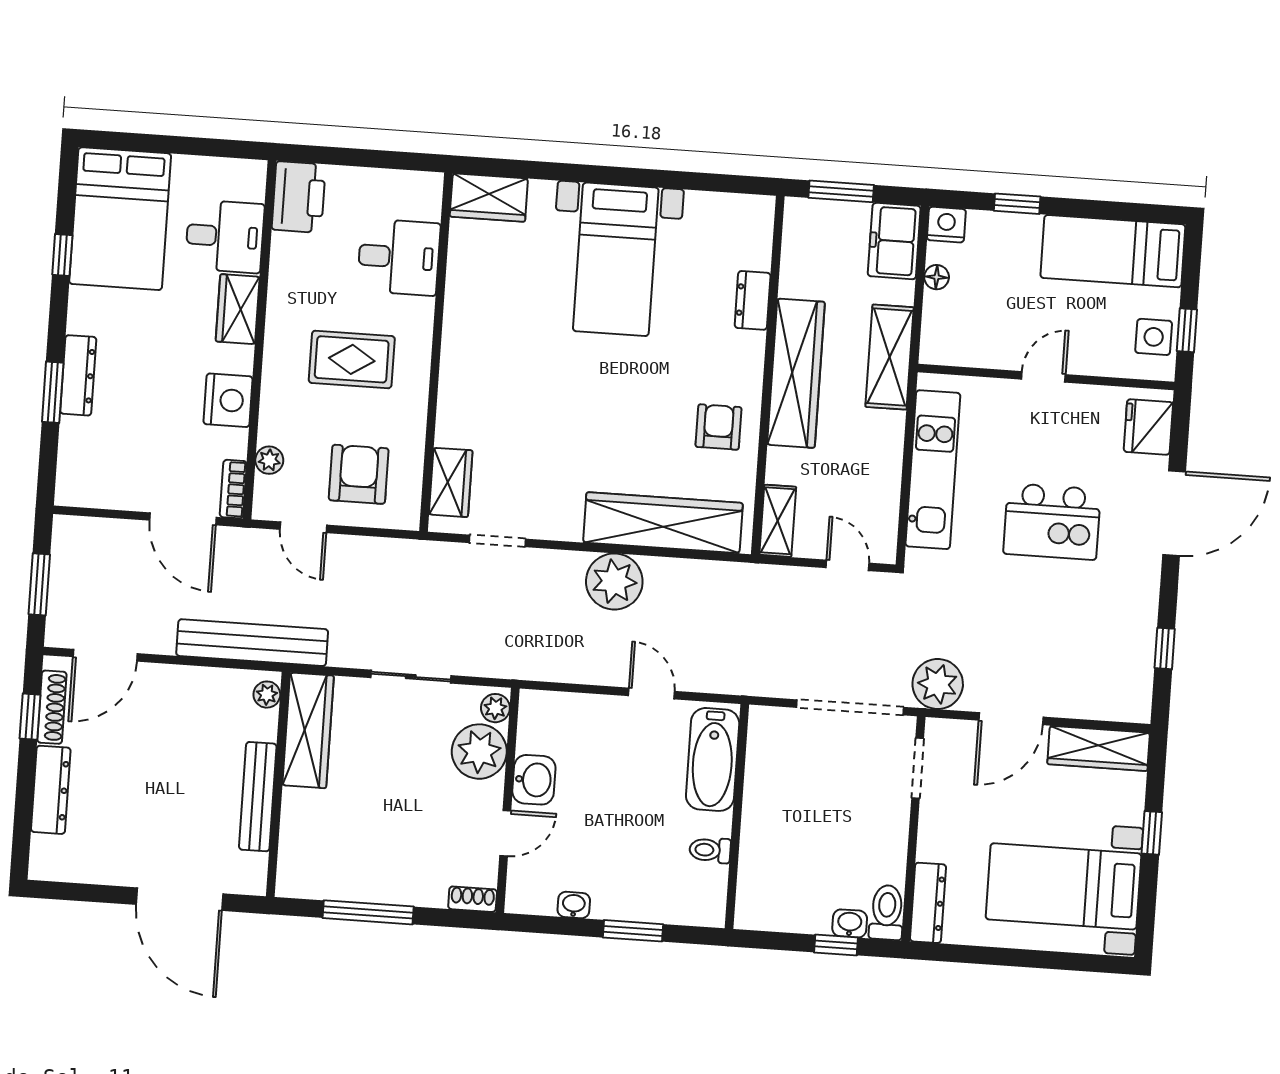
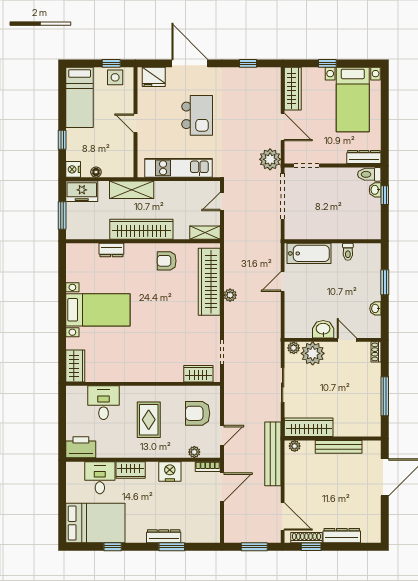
plant: (614, 581) -> (230, 295), width x0.53, depth x0.53

